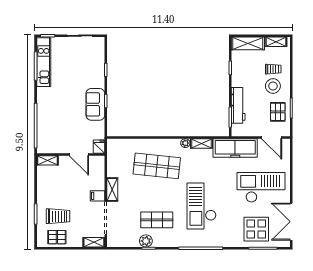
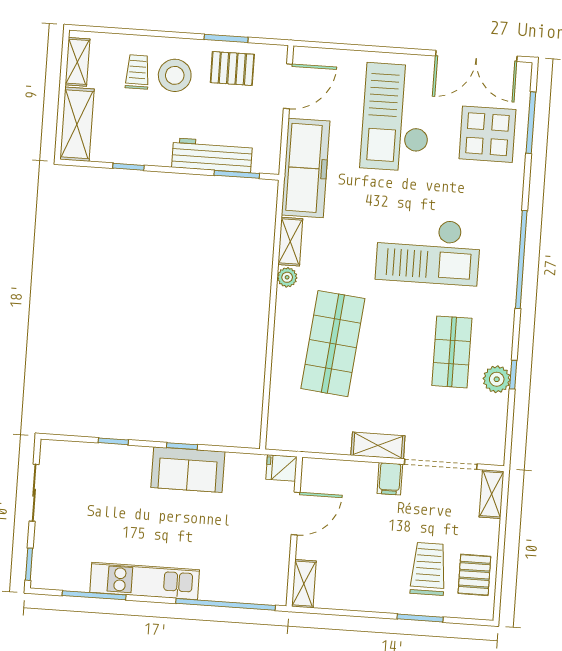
kitchen unit: (44, 62) -> (145, 581), moved

